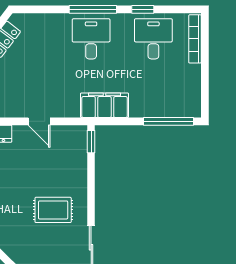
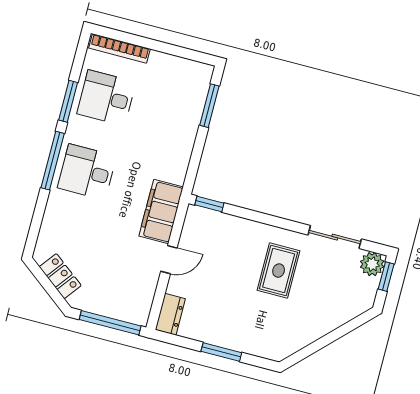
window: (143, 9) -> (68, 101), width x1.50
filing cabinet: (104, 105) -> (161, 211), moved
window: (169, 121) -> (209, 106), width x0.69

